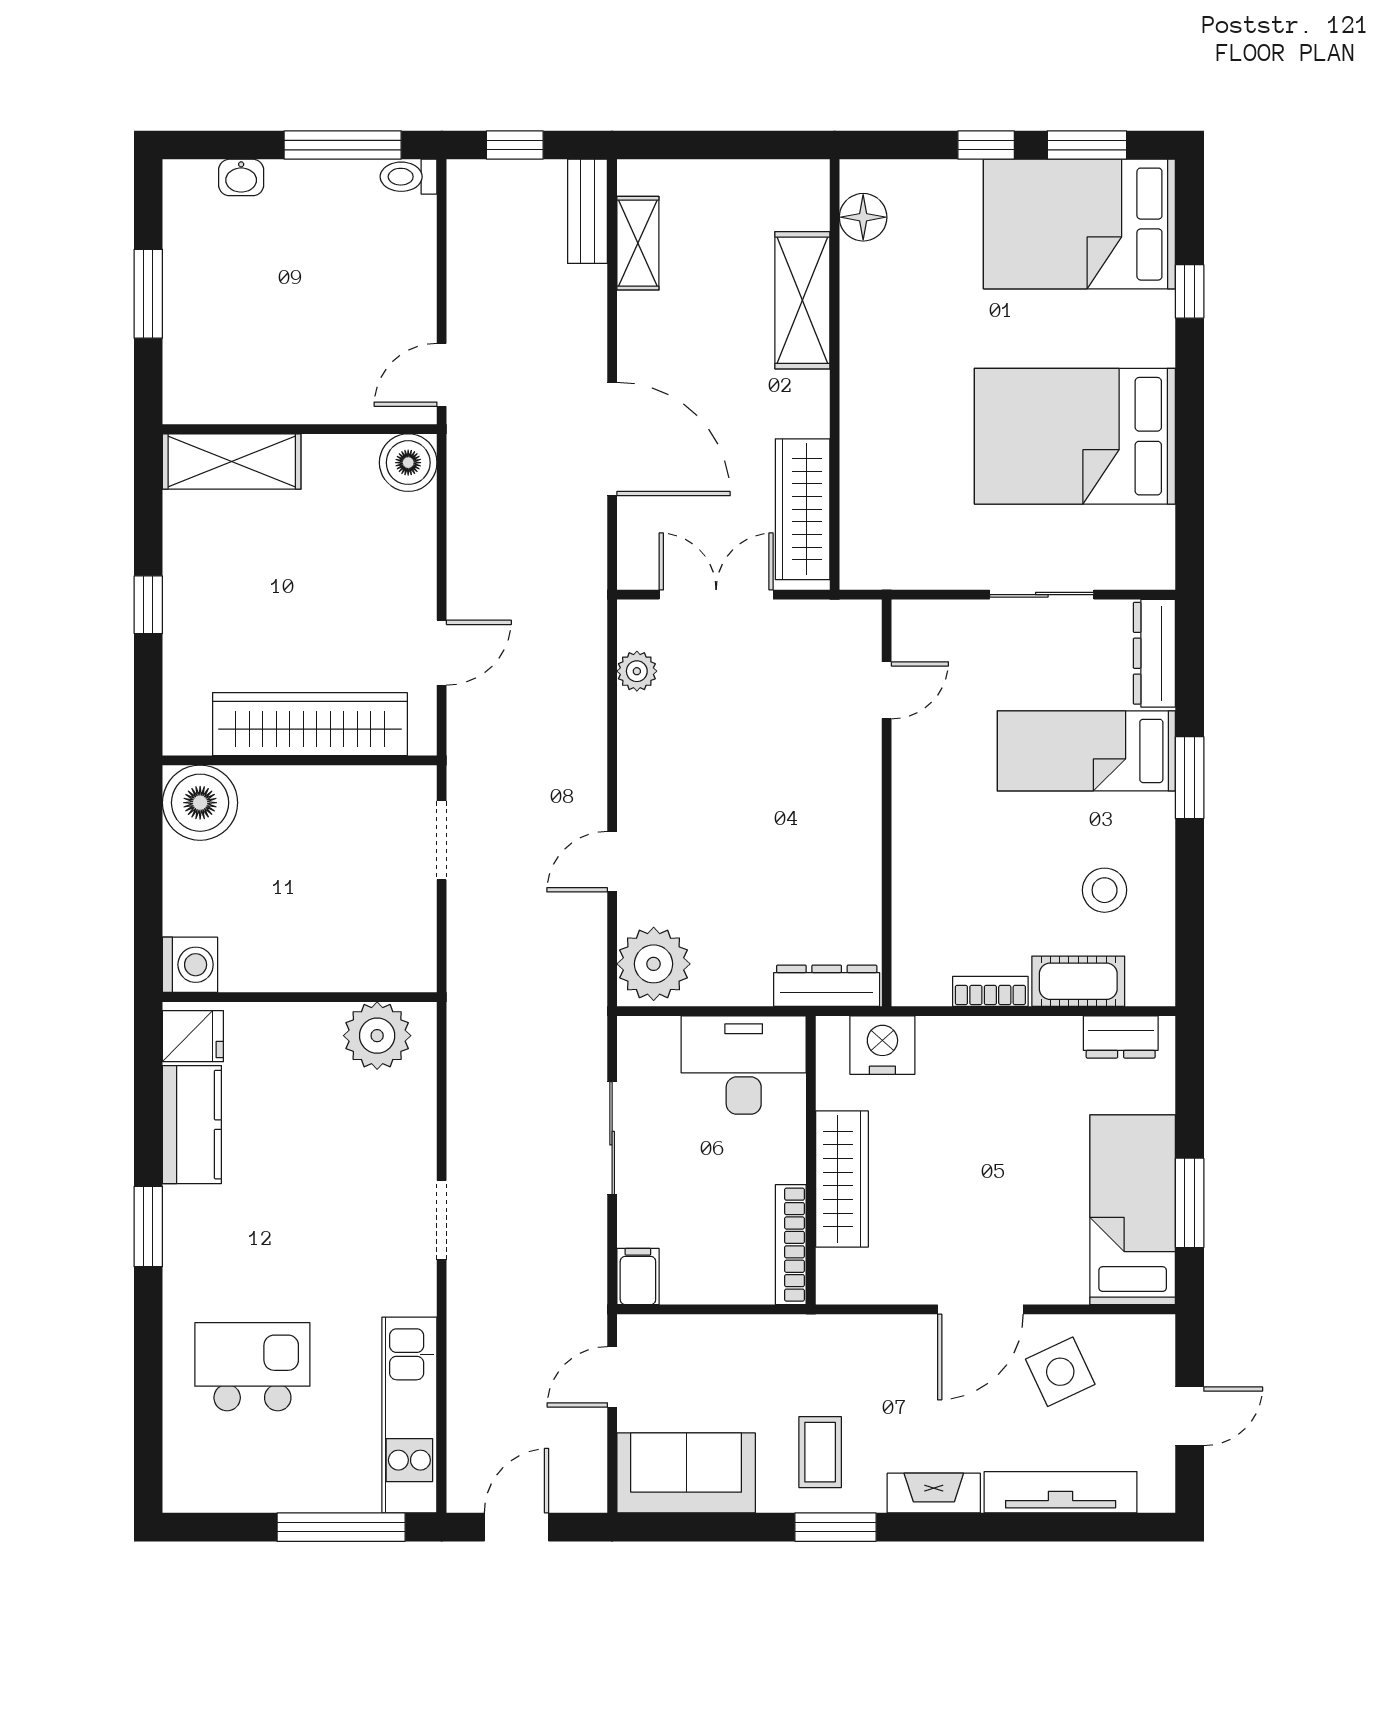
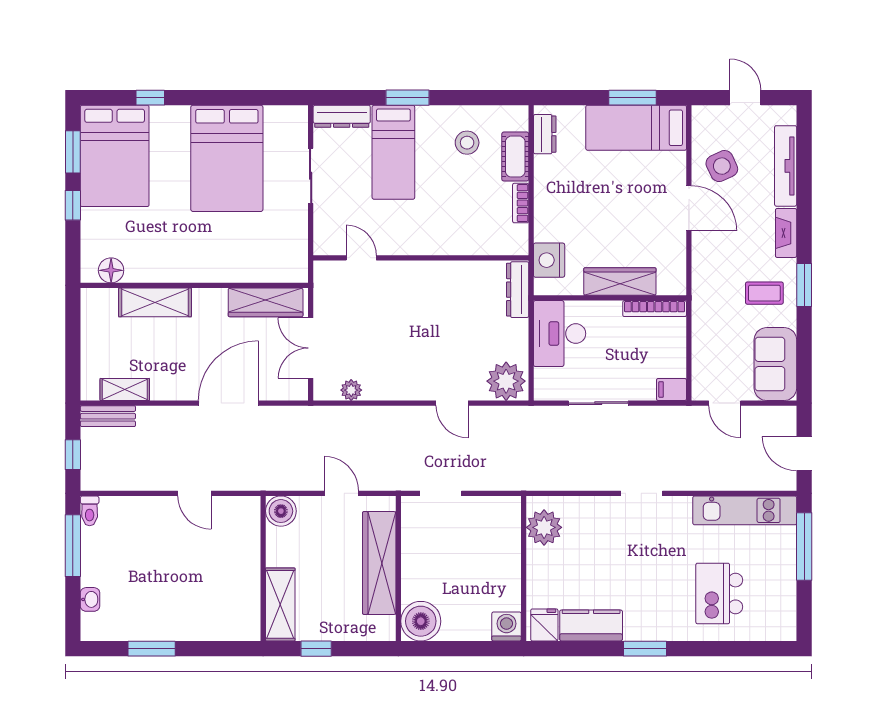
wall: (300, 429) -> (263, 568), moved
shelving: (232, 461) -> (280, 604), moved
boiler: (408, 463) -> (281, 511), moved

